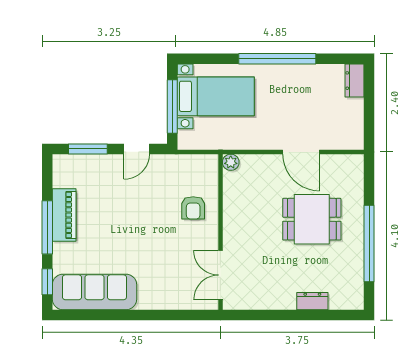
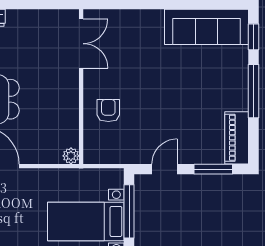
piano: (64, 215) -> (237, 138), moved

